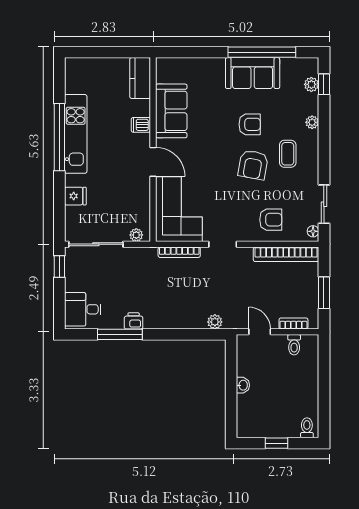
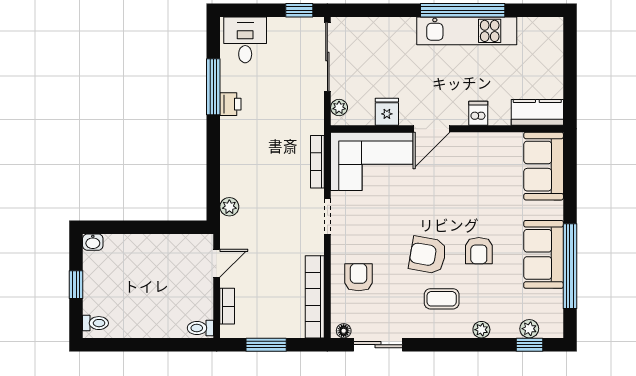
sofa: (171, 111) -> (544, 166), moved, turned 90
fridge: (75, 196) -> (387, 112), moved, turned 180
armchair: (271, 220) -> (359, 277), turned 180
toilet: (294, 345) -> (200, 328), moved
washbasin: (243, 385) -> (93, 242), moved

